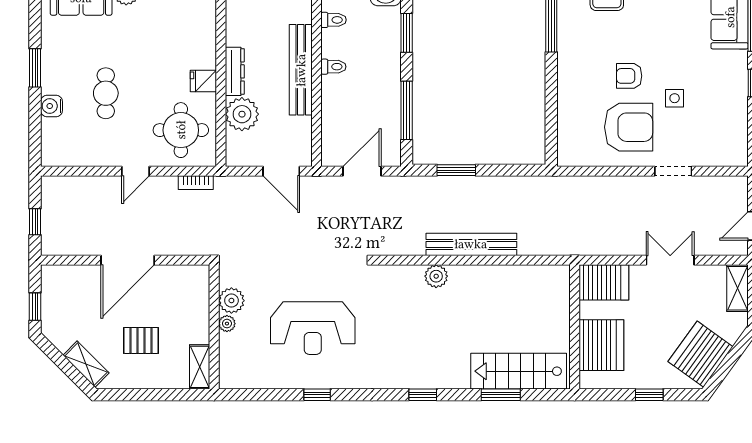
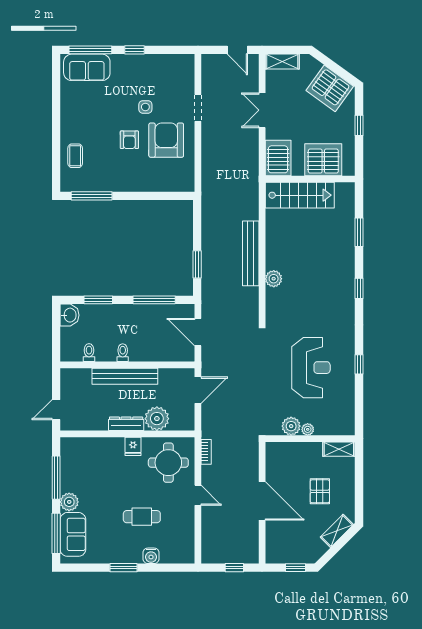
stairs: (519, 371) -> (300, 195), moved, turned -90

